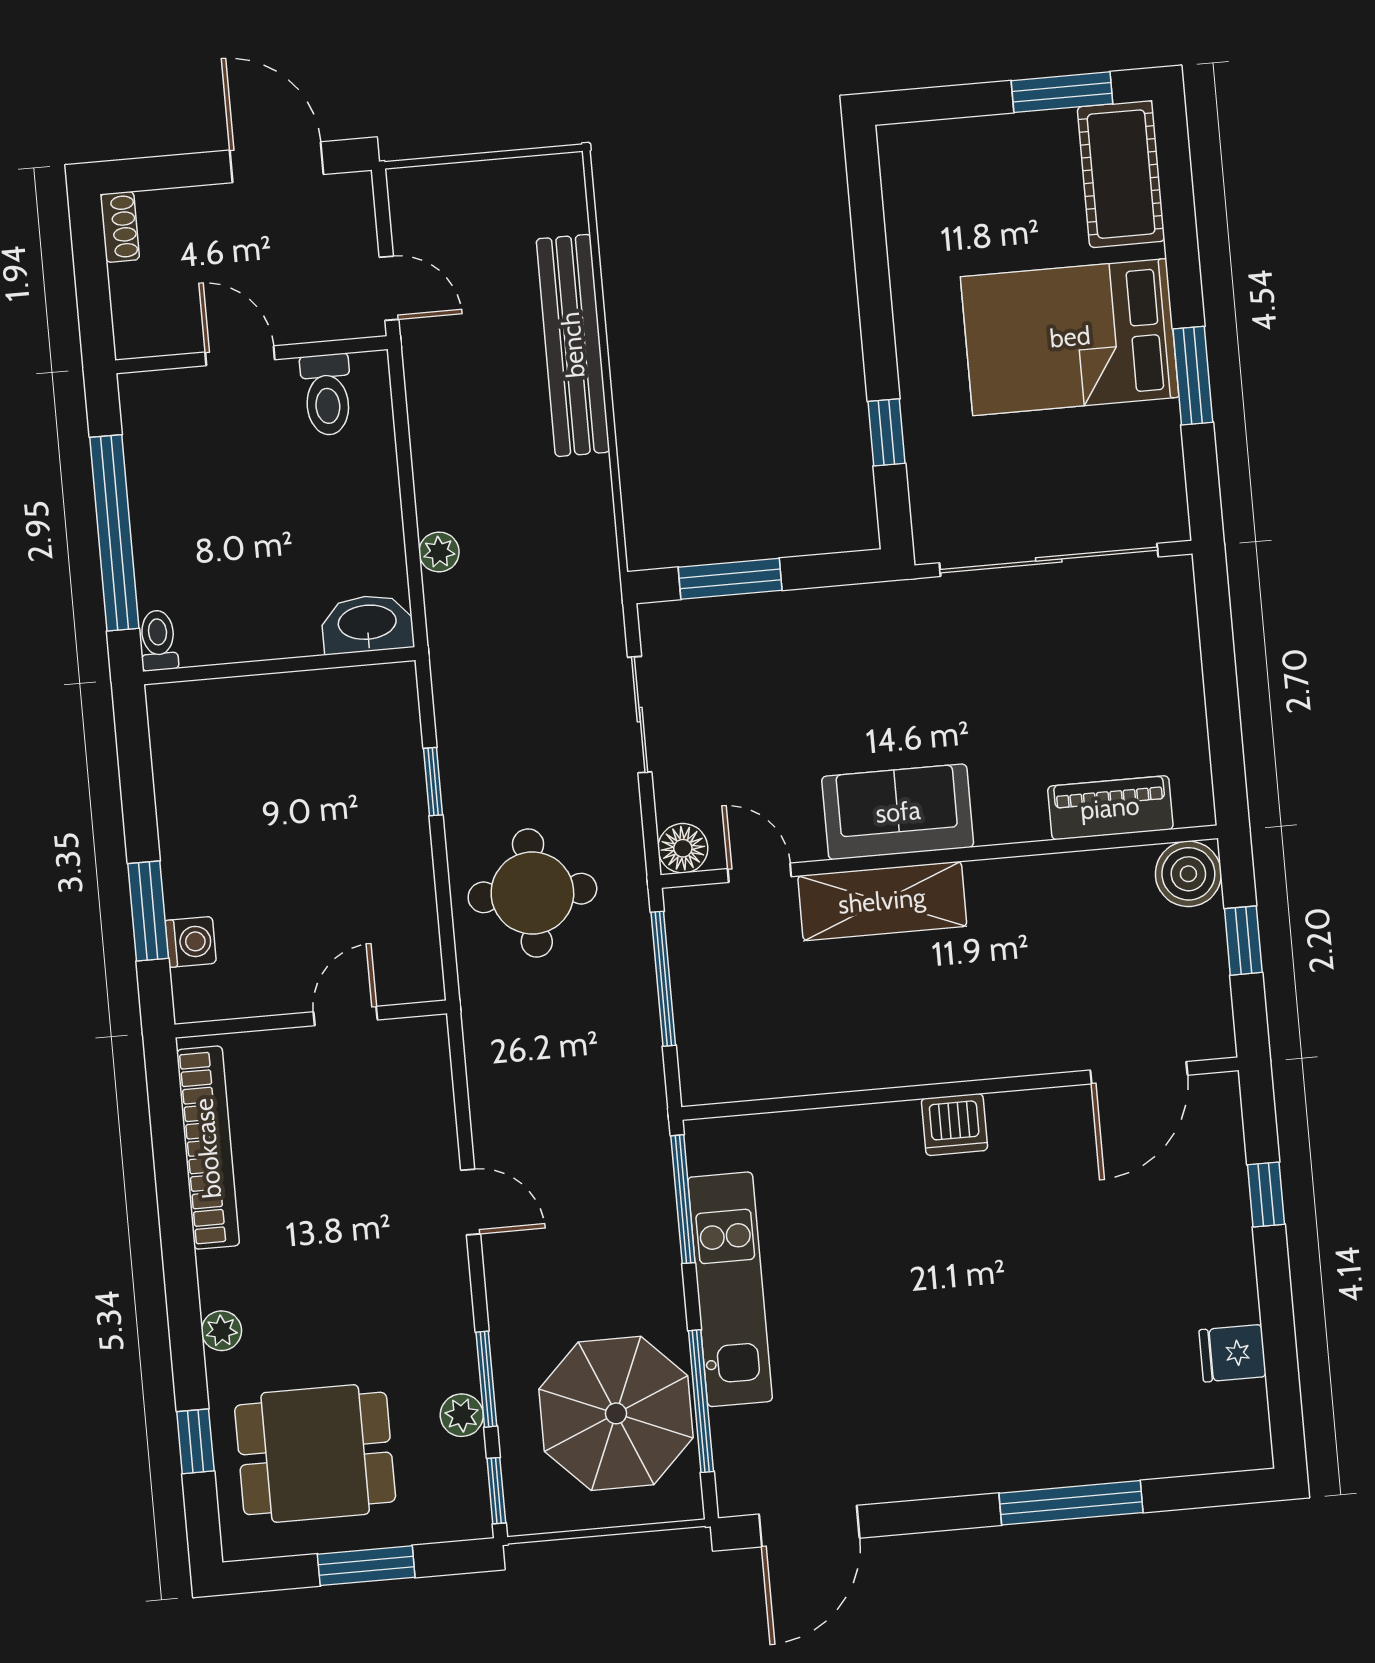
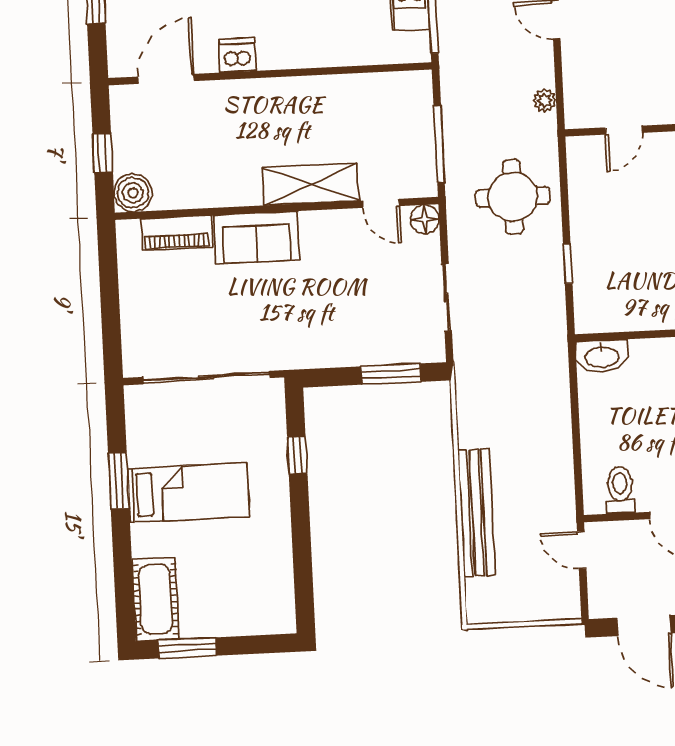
bed: (1070, 337) -> (188, 493), width x0.67
plant: (439, 552) -> (544, 100), moved
sofa: (898, 812) -> (256, 237), moved
dishwasher: (954, 1124) -> (237, 55), moved

